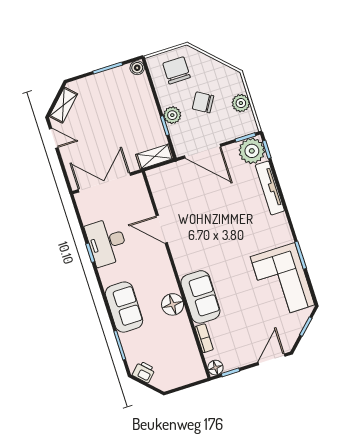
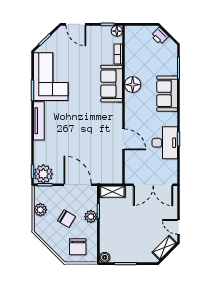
tv unit: (270, 188) -> (39, 121), moved
door: (272, 359) -> (76, 24), hinge flipped
printer: (144, 372) -> (160, 36), moved

